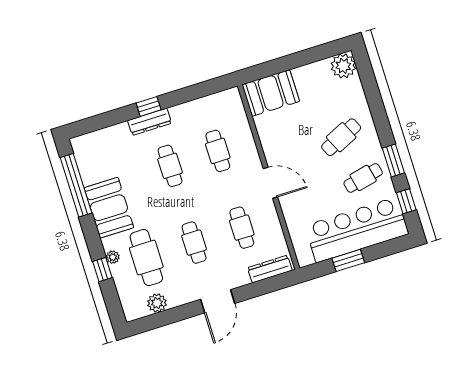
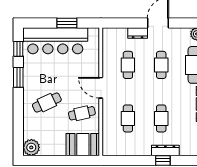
cafe table: (363, 178) -> (82, 113), moved
dresser: (270, 269) -> (138, 33), moved, width x0.70

